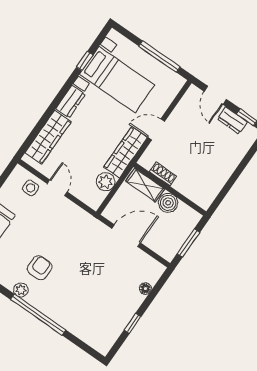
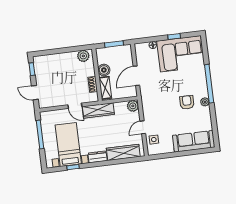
door: (215, 95) -> (35, 93), swing flipped
dresser: (232, 120) -> (39, 74), removed
plant: (106, 182) -> (133, 106), moved
plant: (207, 193) -> (83, 56), added
door: (126, 236) -> (136, 76), hinge flipped
armchair: (40, 268) -> (187, 102), turned 90
corner sofa: (105, 313) -> (181, 54), added

